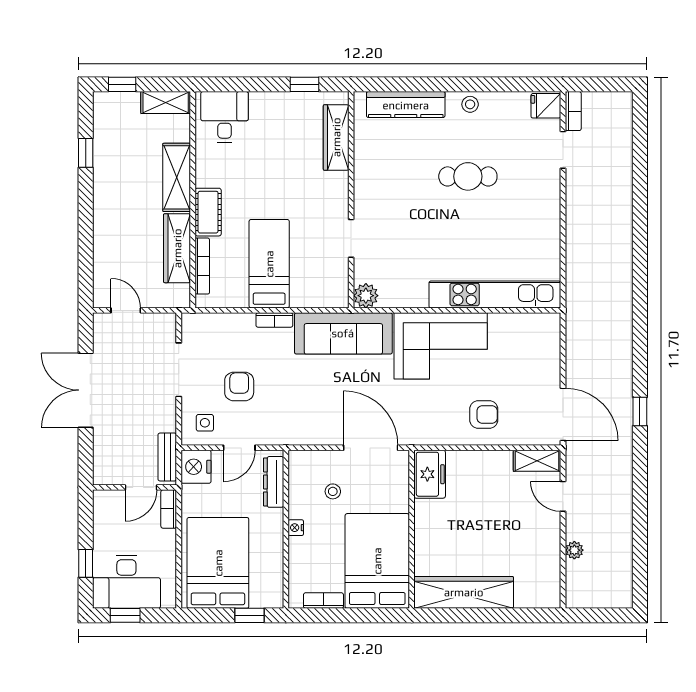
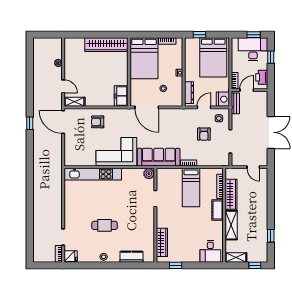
kitchen counter: (406, 105) -> (132, 257), width x0.67
printer: (106, 517) -> (262, 77), added

